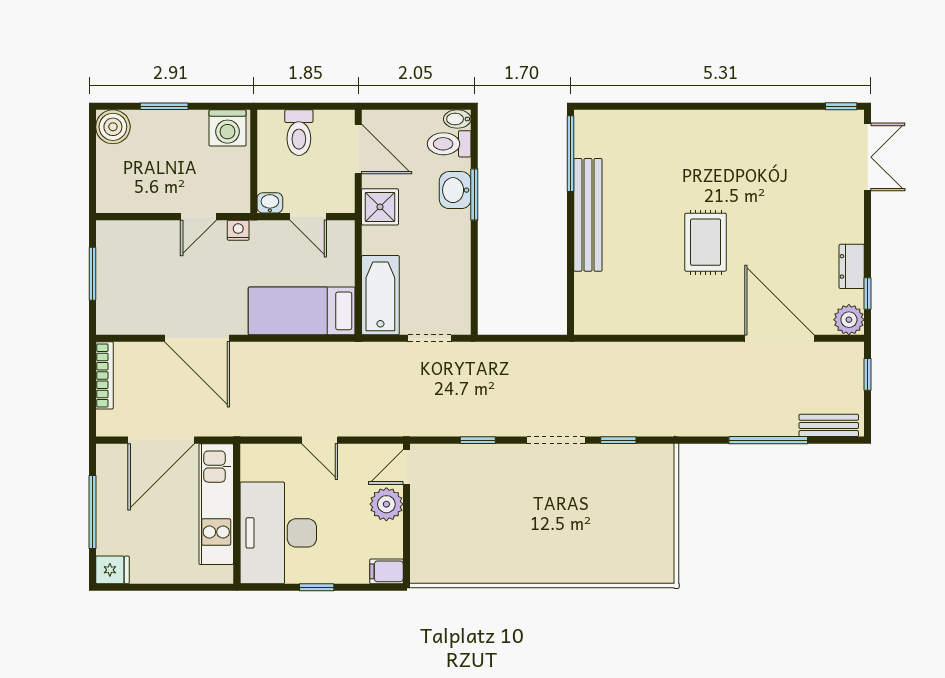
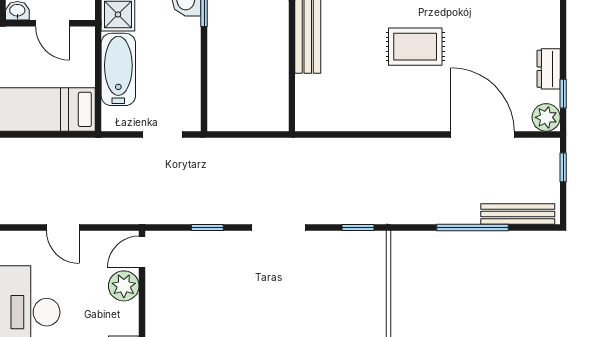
rug: (706, 242) -> (415, 47), turned 90
bathtub: (380, 295) -> (118, 69), moved
bench: (829, 425) -> (518, 214), width x1.36
window: (618, 440) -> (358, 227), moved

